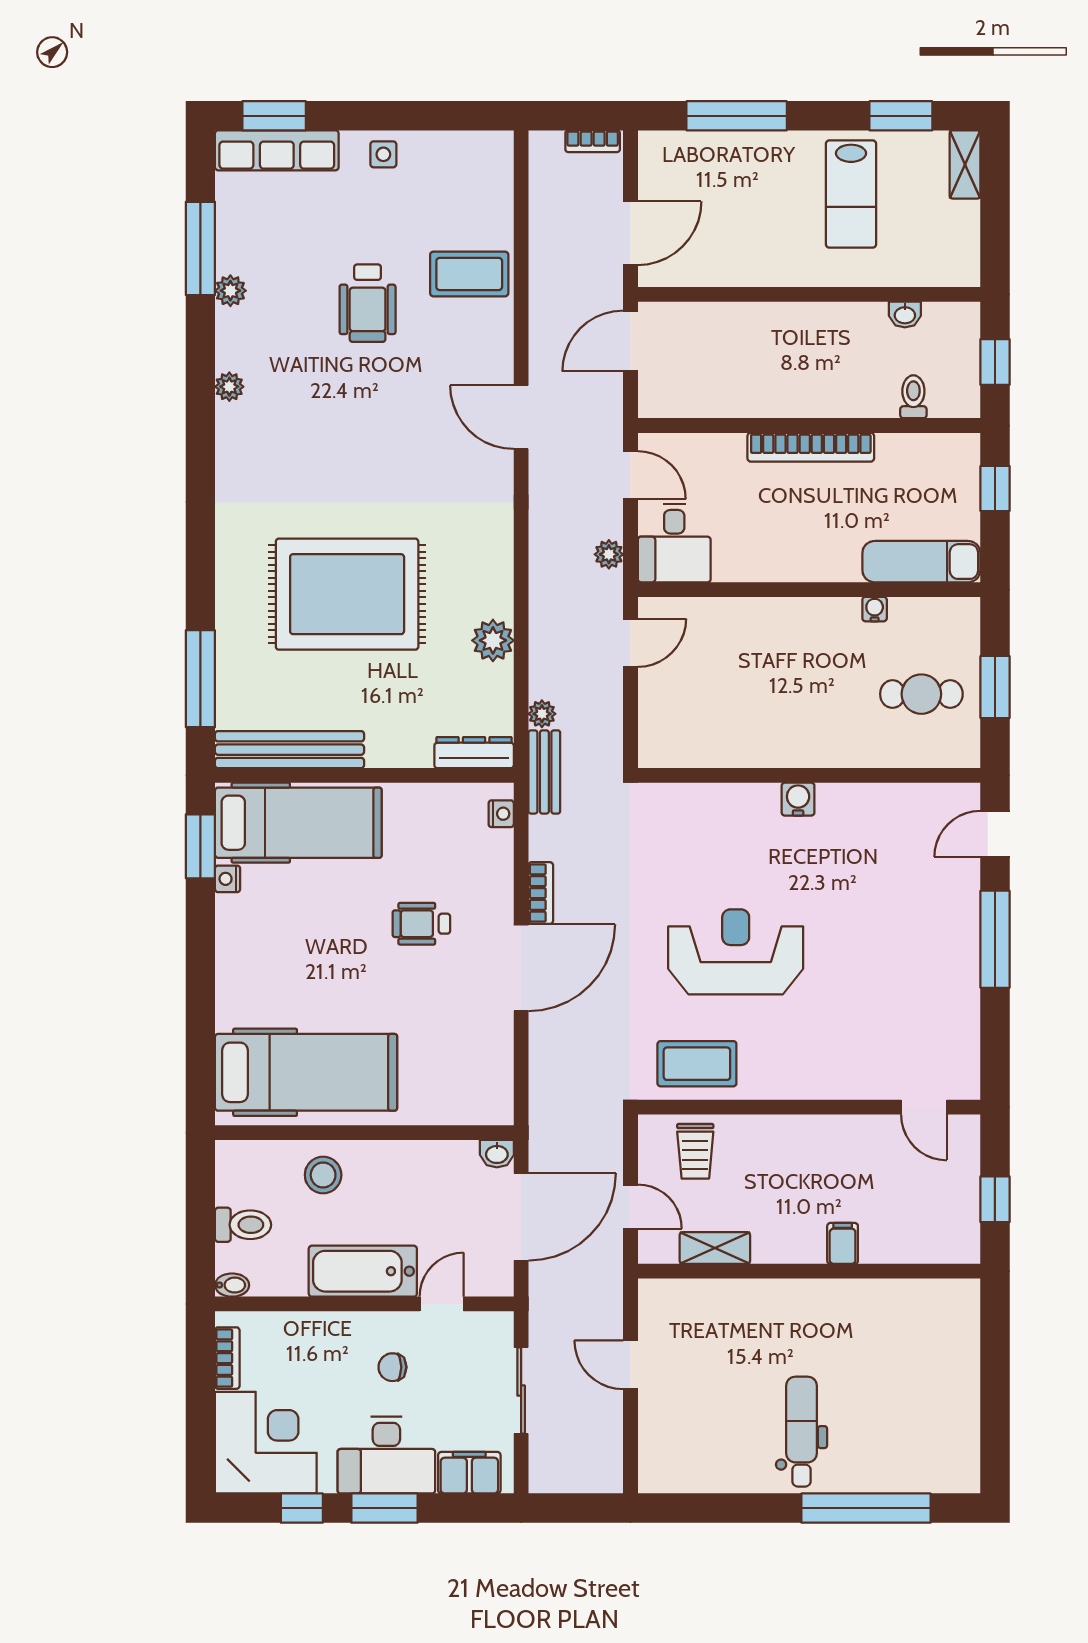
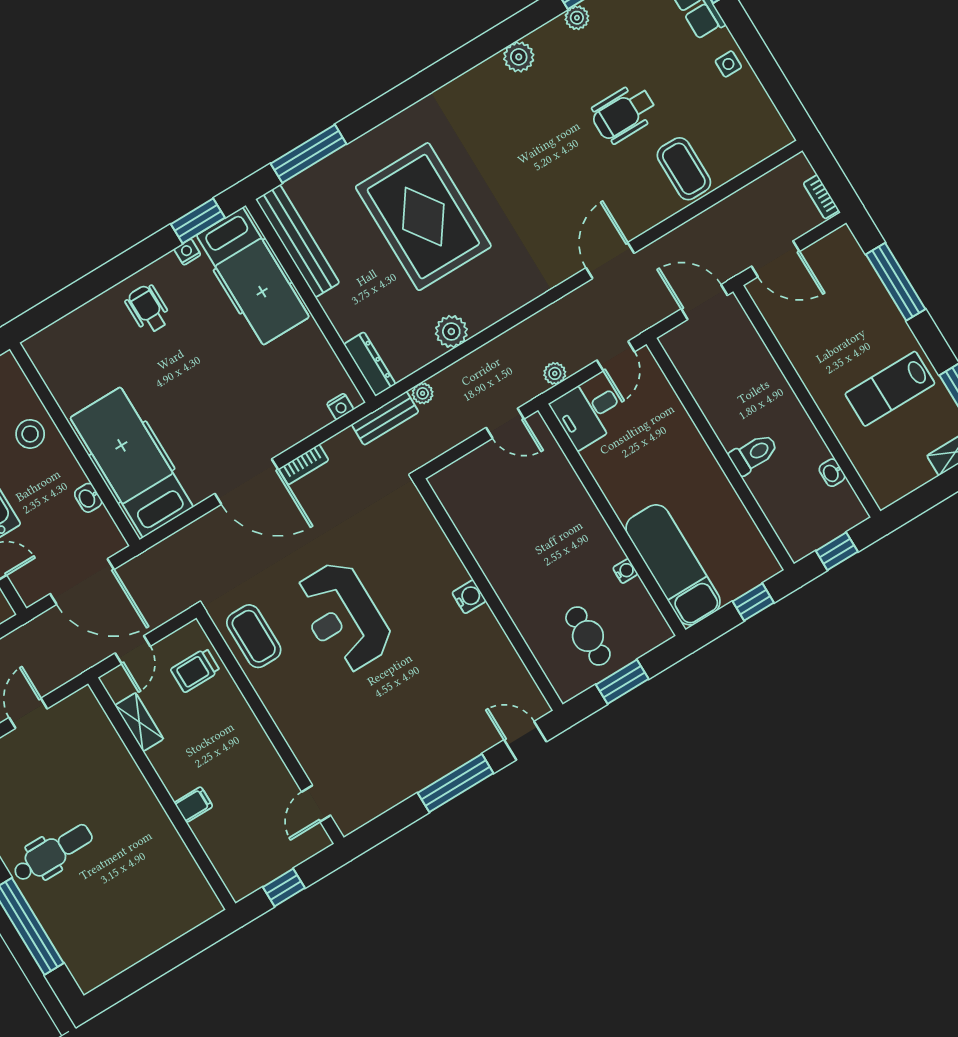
plant: (229, 387) -> (519, 57), width x1.38, depth x1.38
toilet: (913, 397) -> (754, 454), moved, width x1.37, depth x1.39
bookcase: (811, 447) -> (707, 464), removed
exam couch: (921, 562) -> (673, 565), width x1.36, depth x1.45
wheelchair: (421, 924) -> (148, 309), moved
reception desk: (736, 952) -> (343, 617), turned 180
hospital bed: (306, 1072) -> (132, 462), moved, turned 180
washbasin: (497, 1154) -> (88, 498), moved

